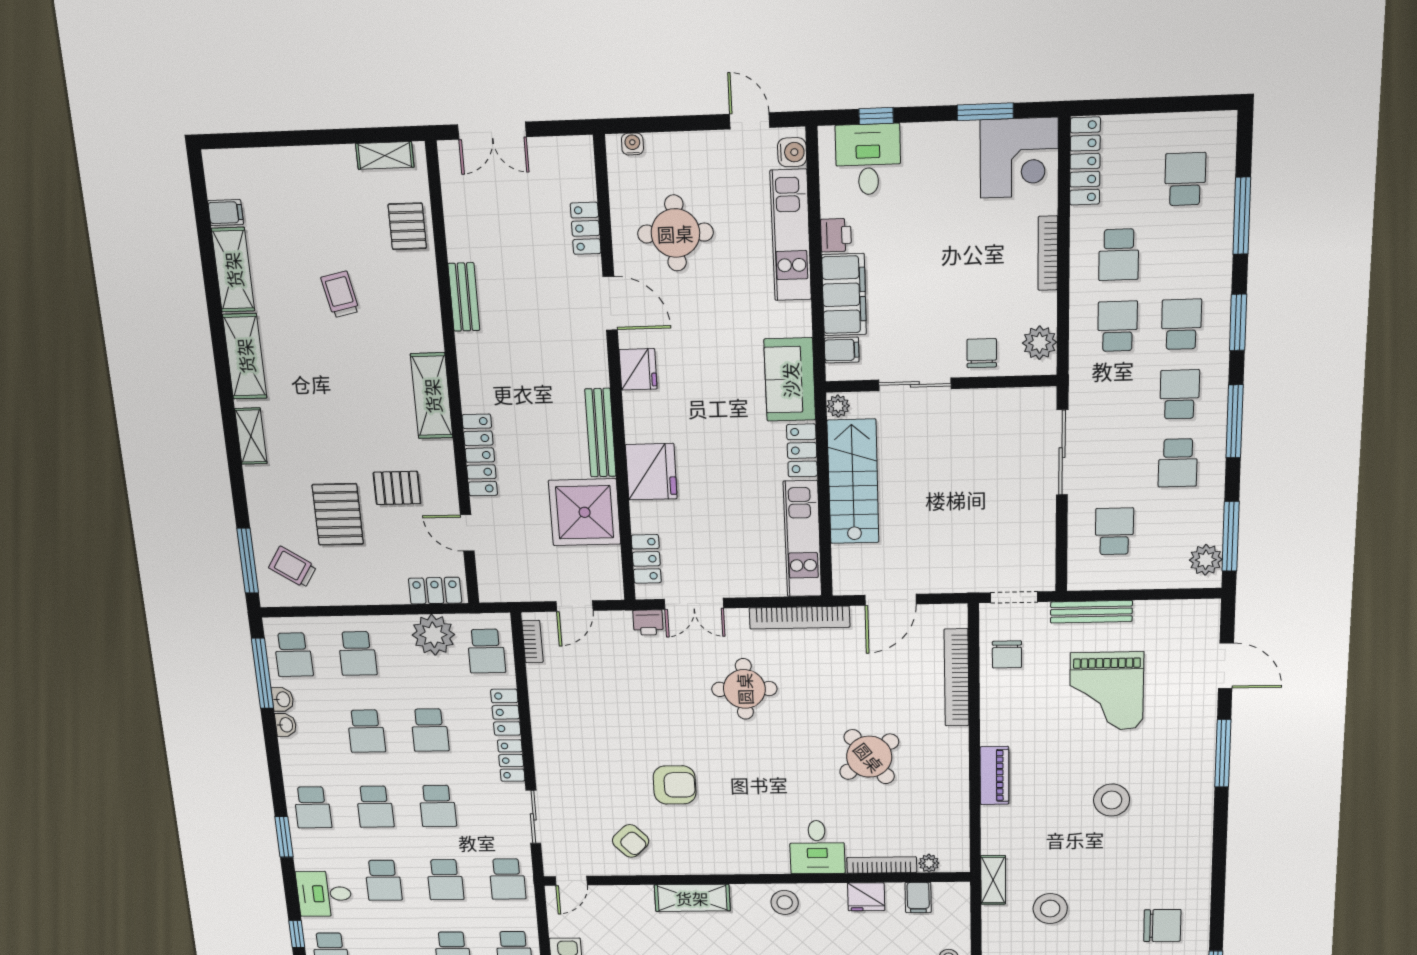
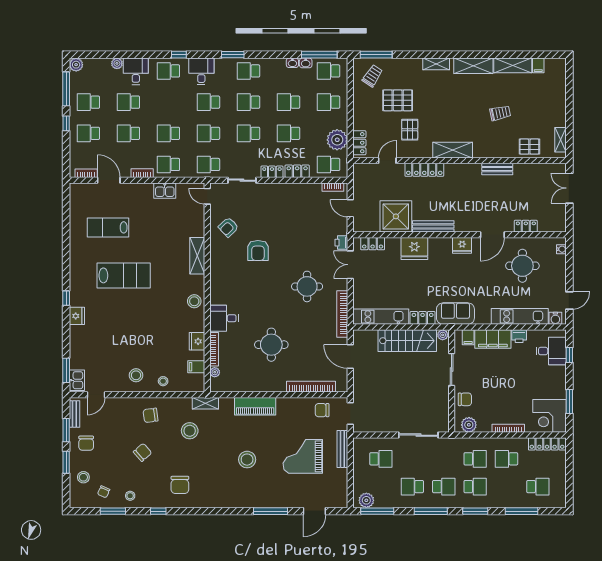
round table: (869, 757) -> (271, 345), turned 37
piano: (994, 776) -> (255, 406), width x1.37, depth x1.33

